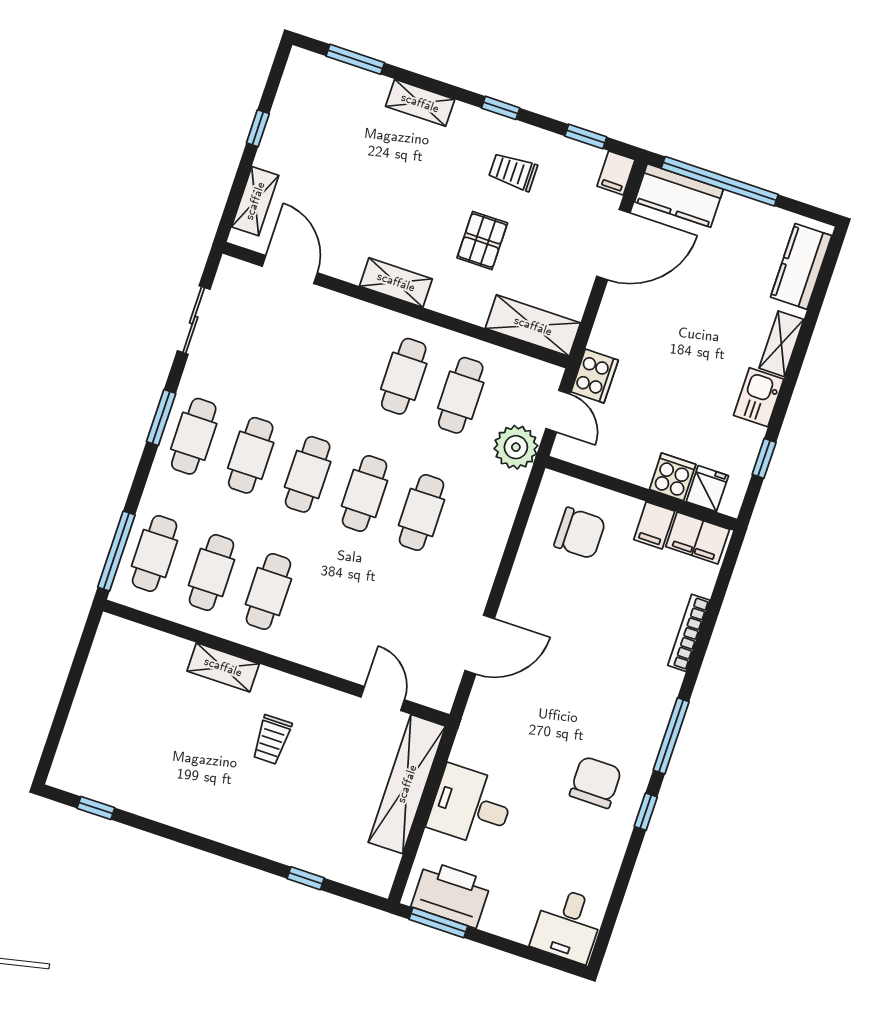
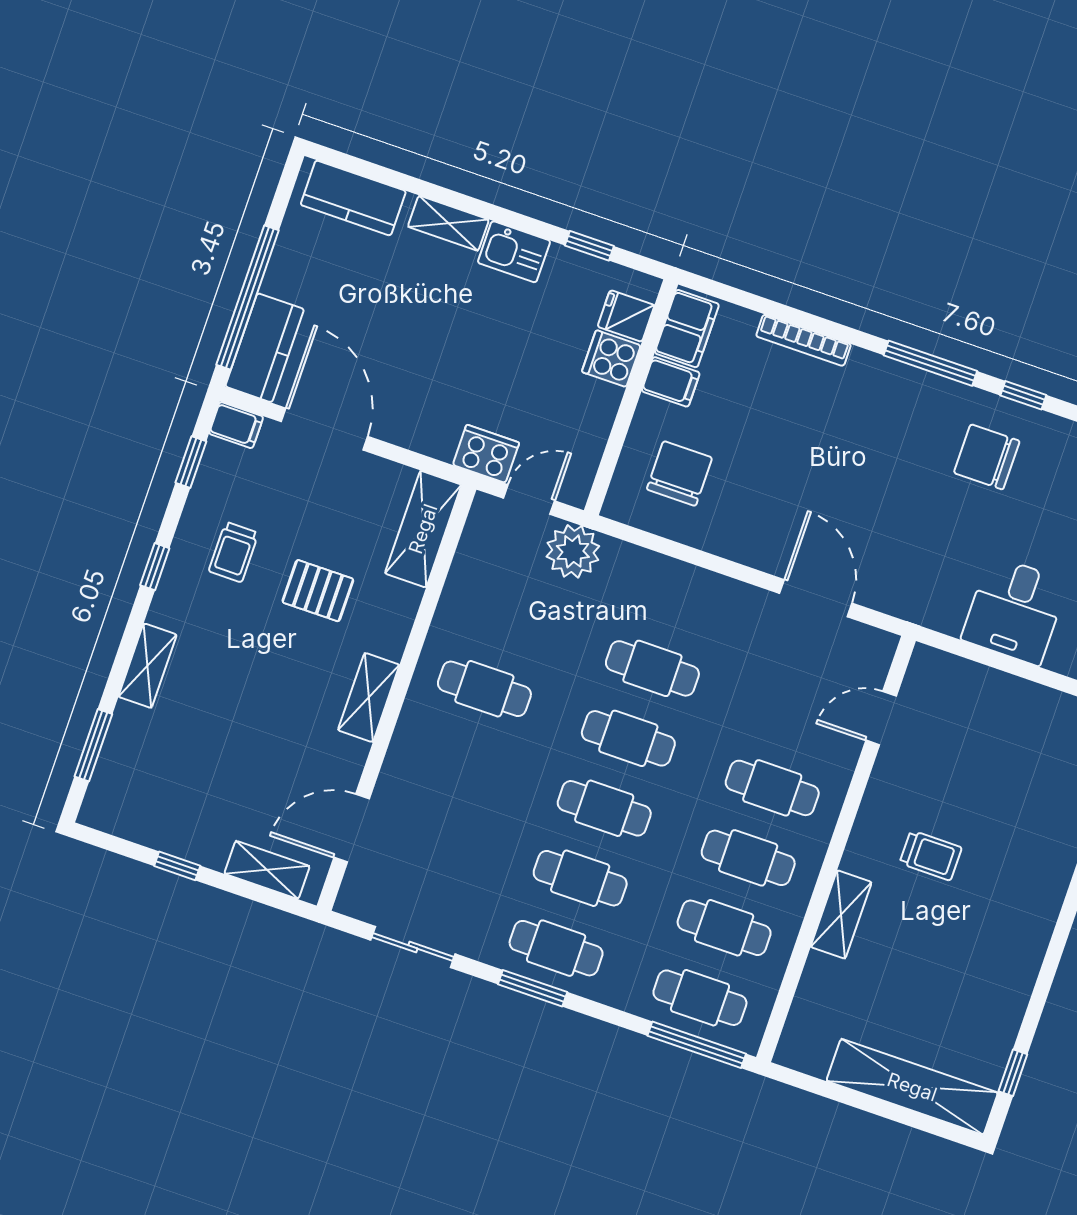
cafe table: (461, 395) -> (772, 788), moved
shelving: (407, 784) -> (912, 1087), moved

